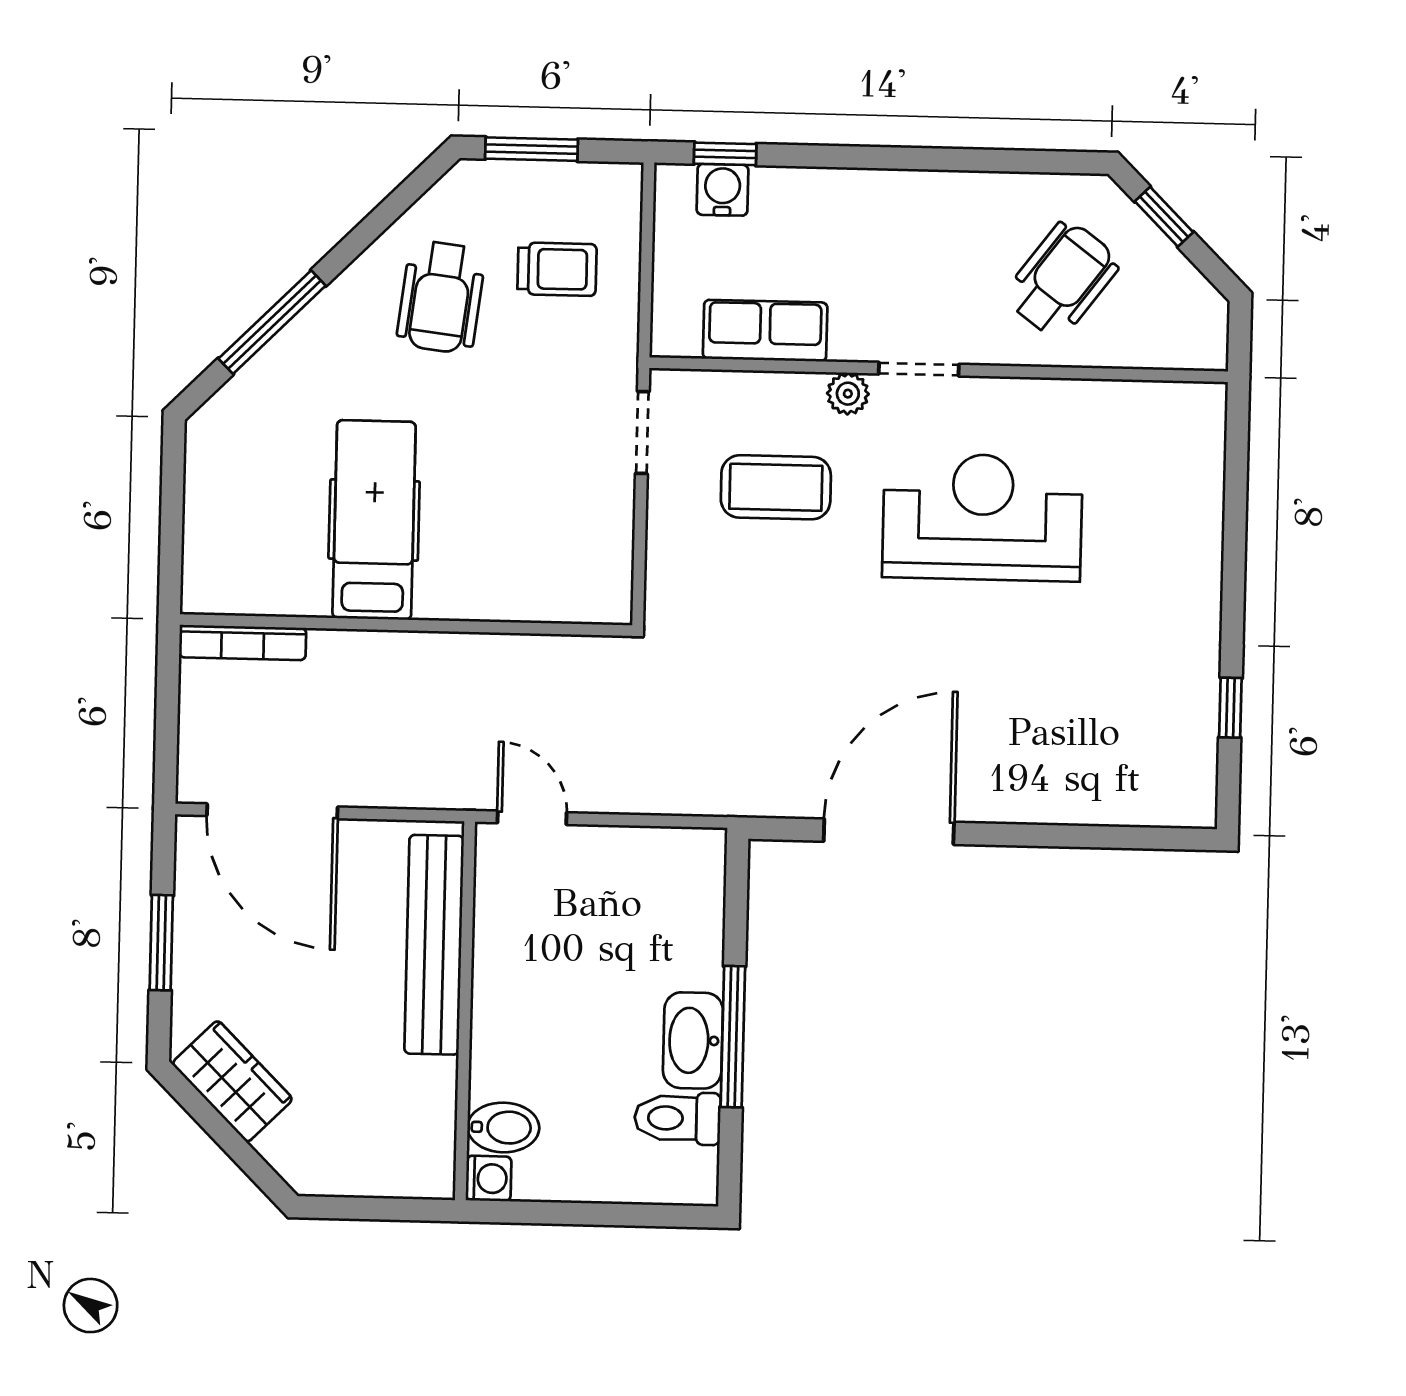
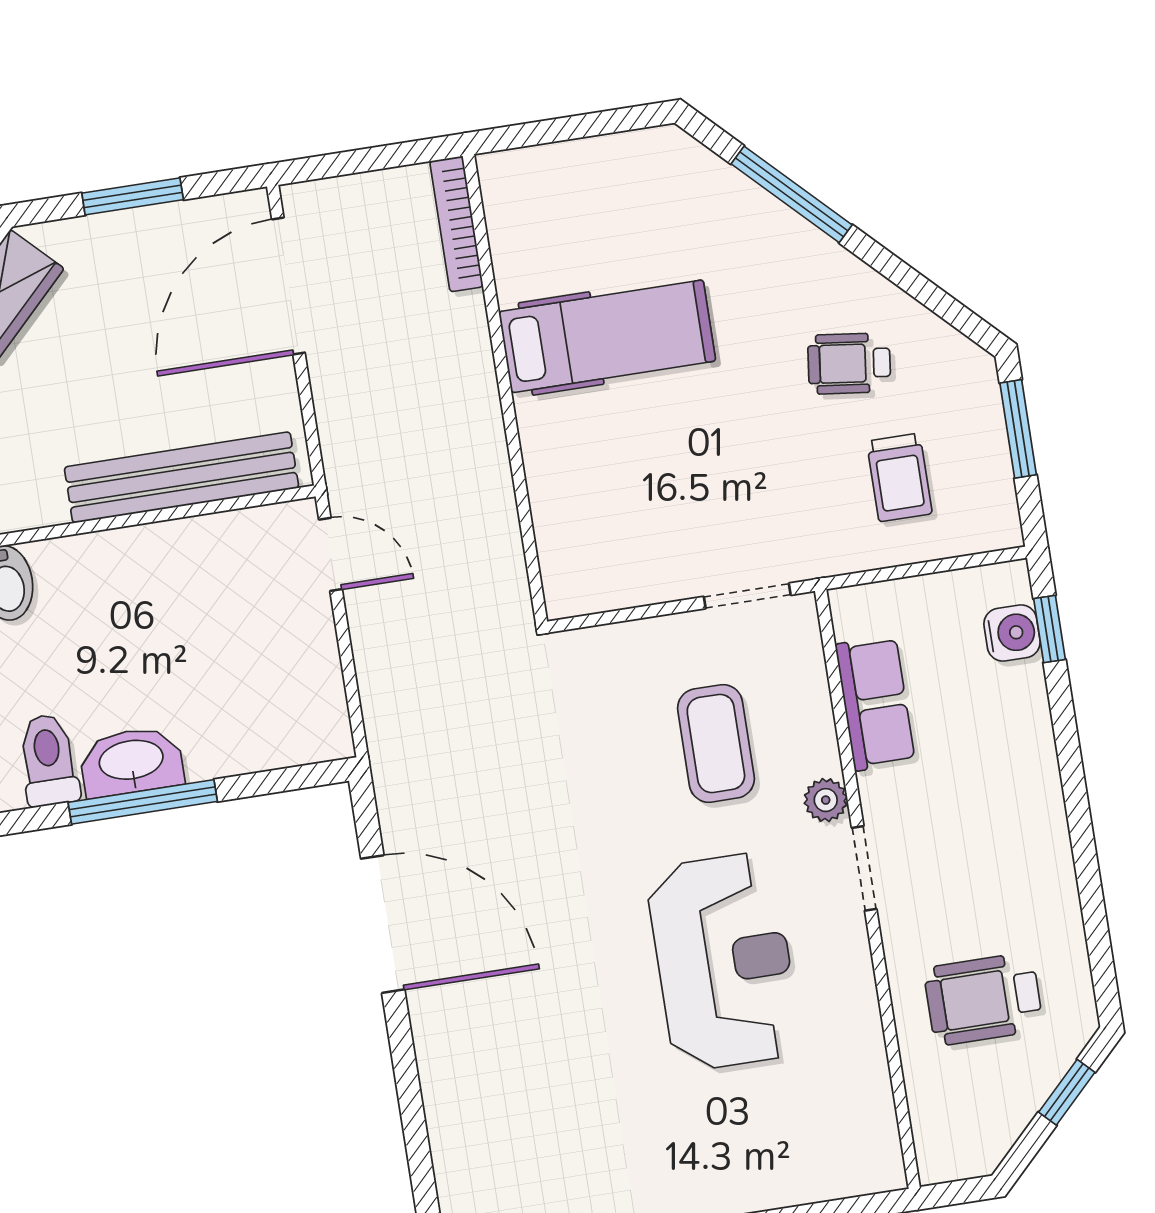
wheelchair: (1062, 279) -> (983, 999), turned 143
wheelchair: (441, 297) -> (849, 364), width x0.73, depth x0.73
door: (532, 818) -> (330, 554), hinge flipped

